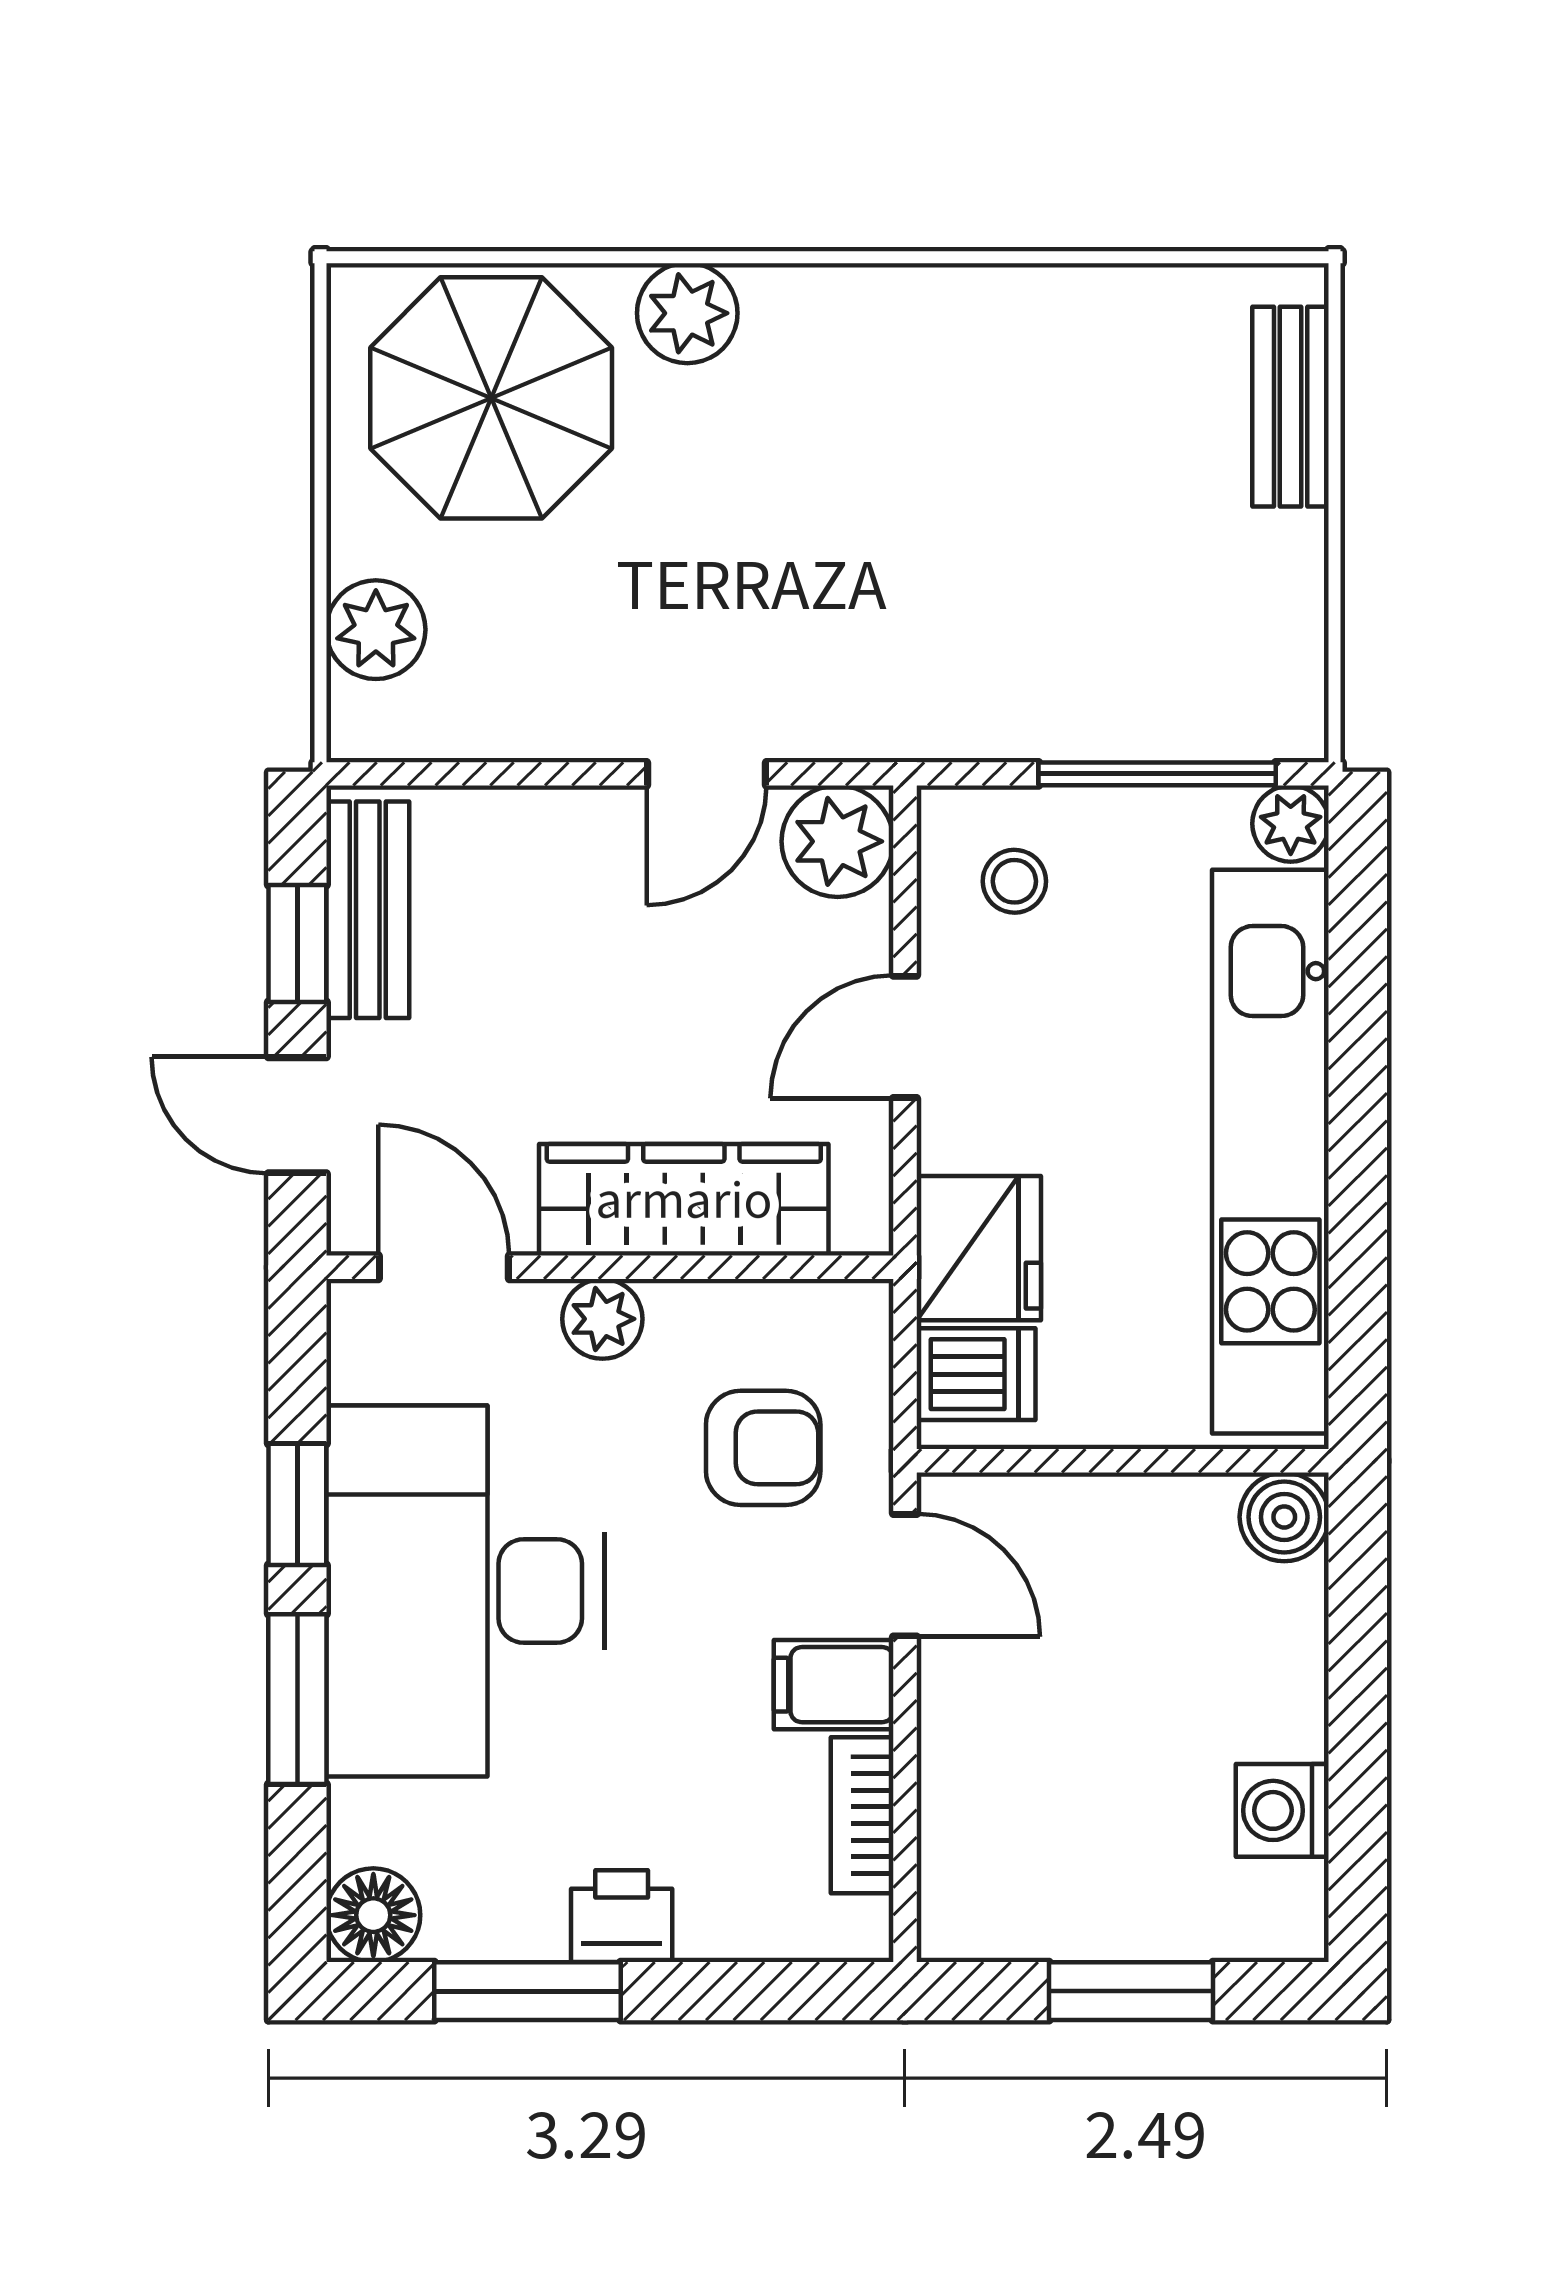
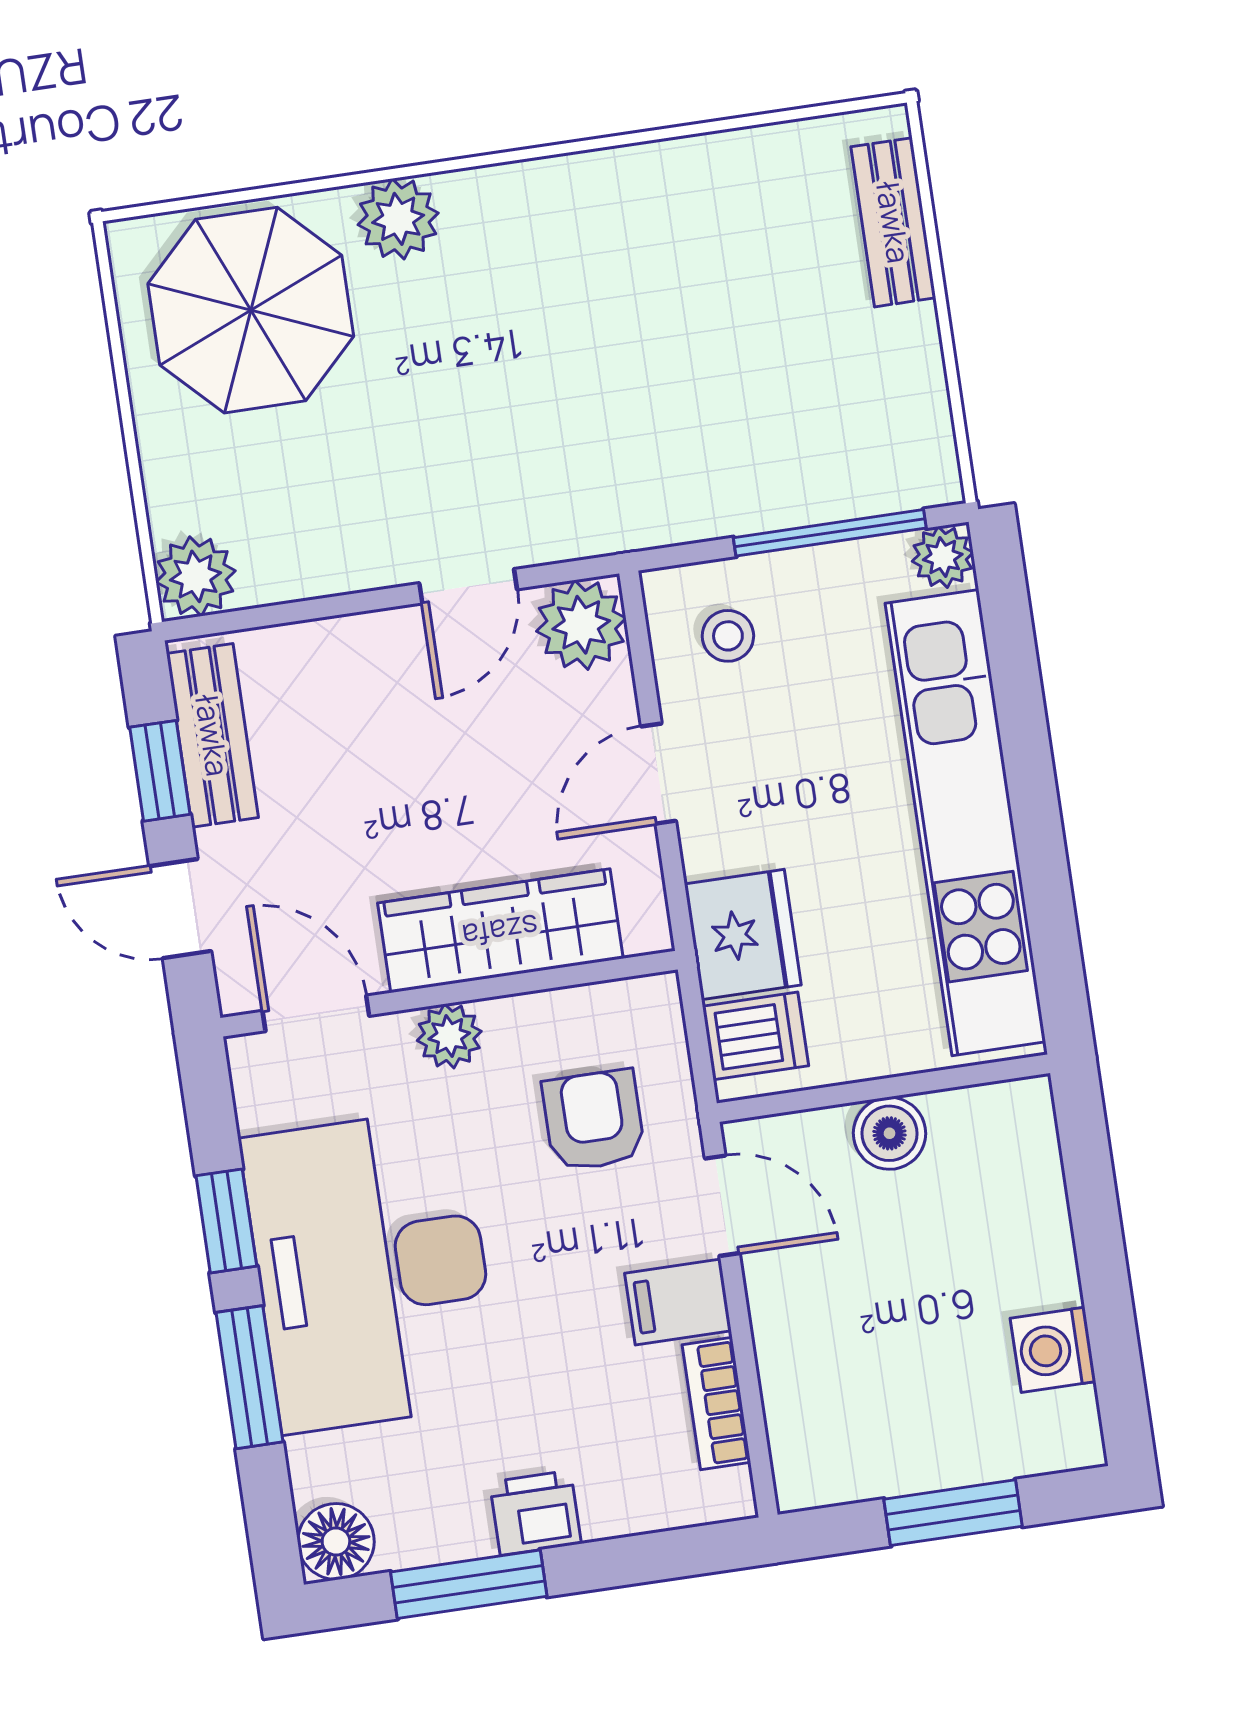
plant: (376, 630) -> (196, 576), moved
armchair: (763, 1448) -> (593, 1120), turned -90
boiler: (1284, 1517) -> (890, 1133), moved

